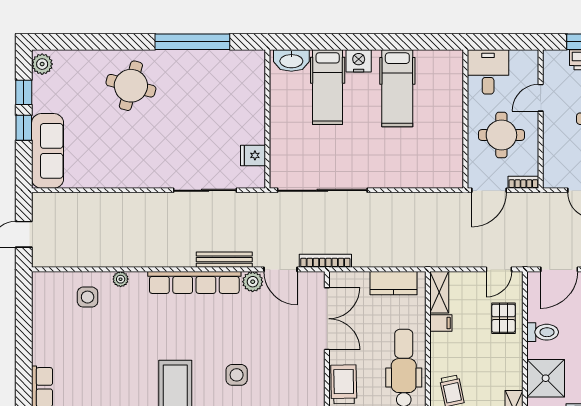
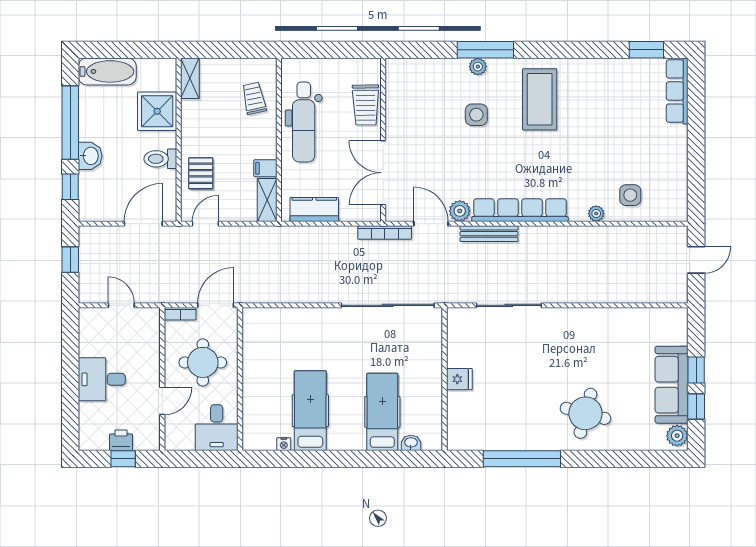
washbasin: (291, 61) -> (411, 443), width x0.52, depth x0.69
nightstand: (359, 61) -> (284, 444), moved, width x0.53, depth x0.56
sofa: (48, 151) -> (671, 385), moved
fridge: (253, 155) -> (459, 379), moved

